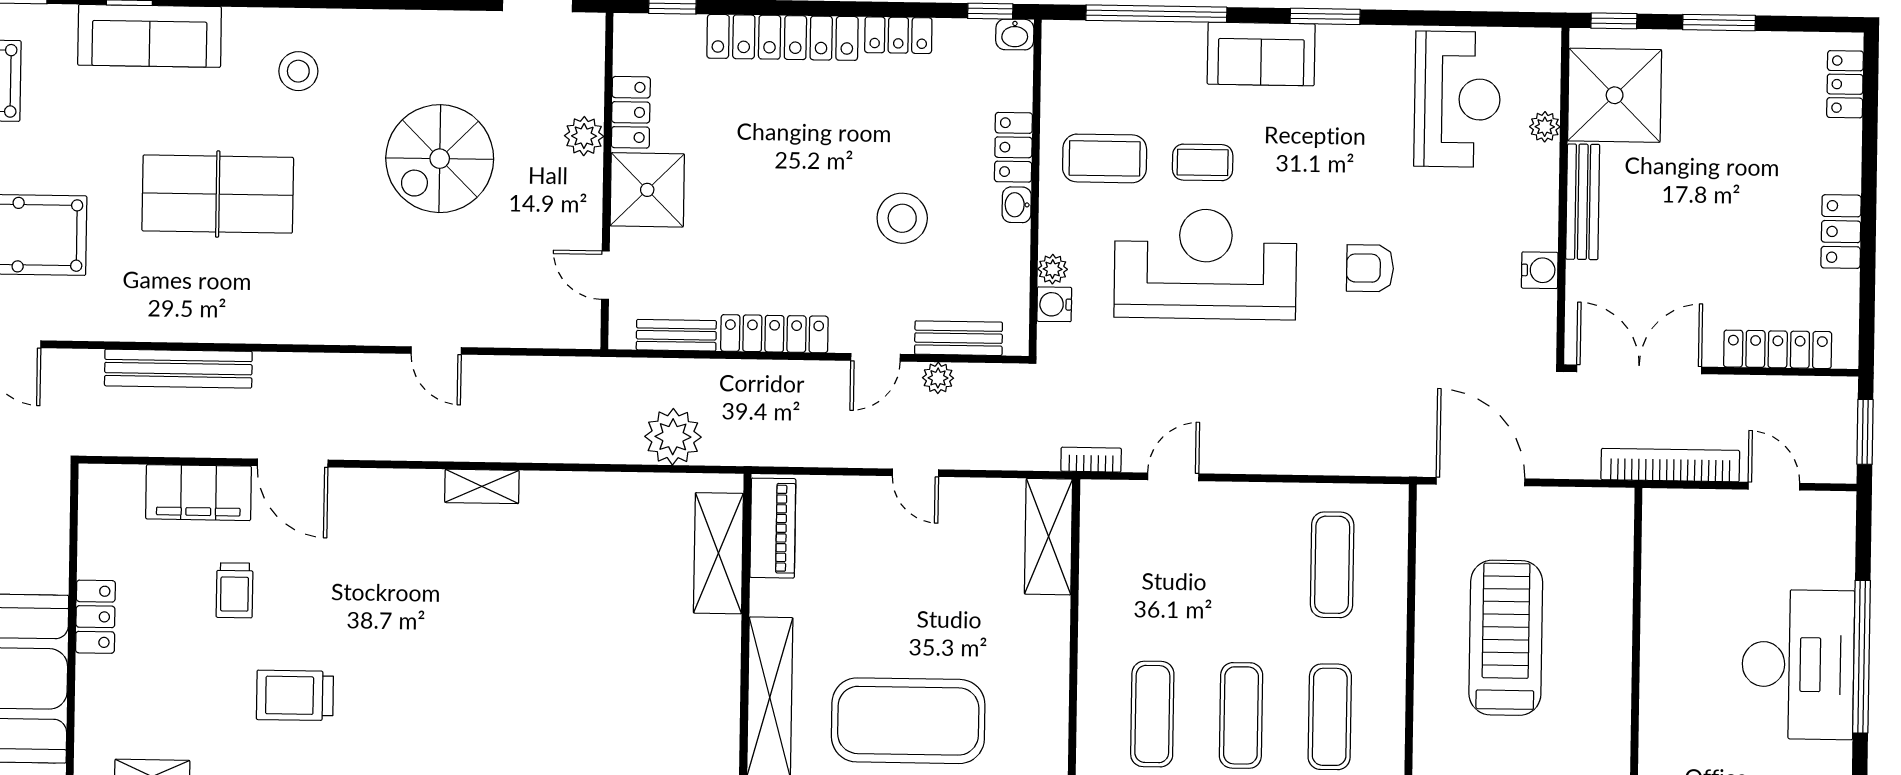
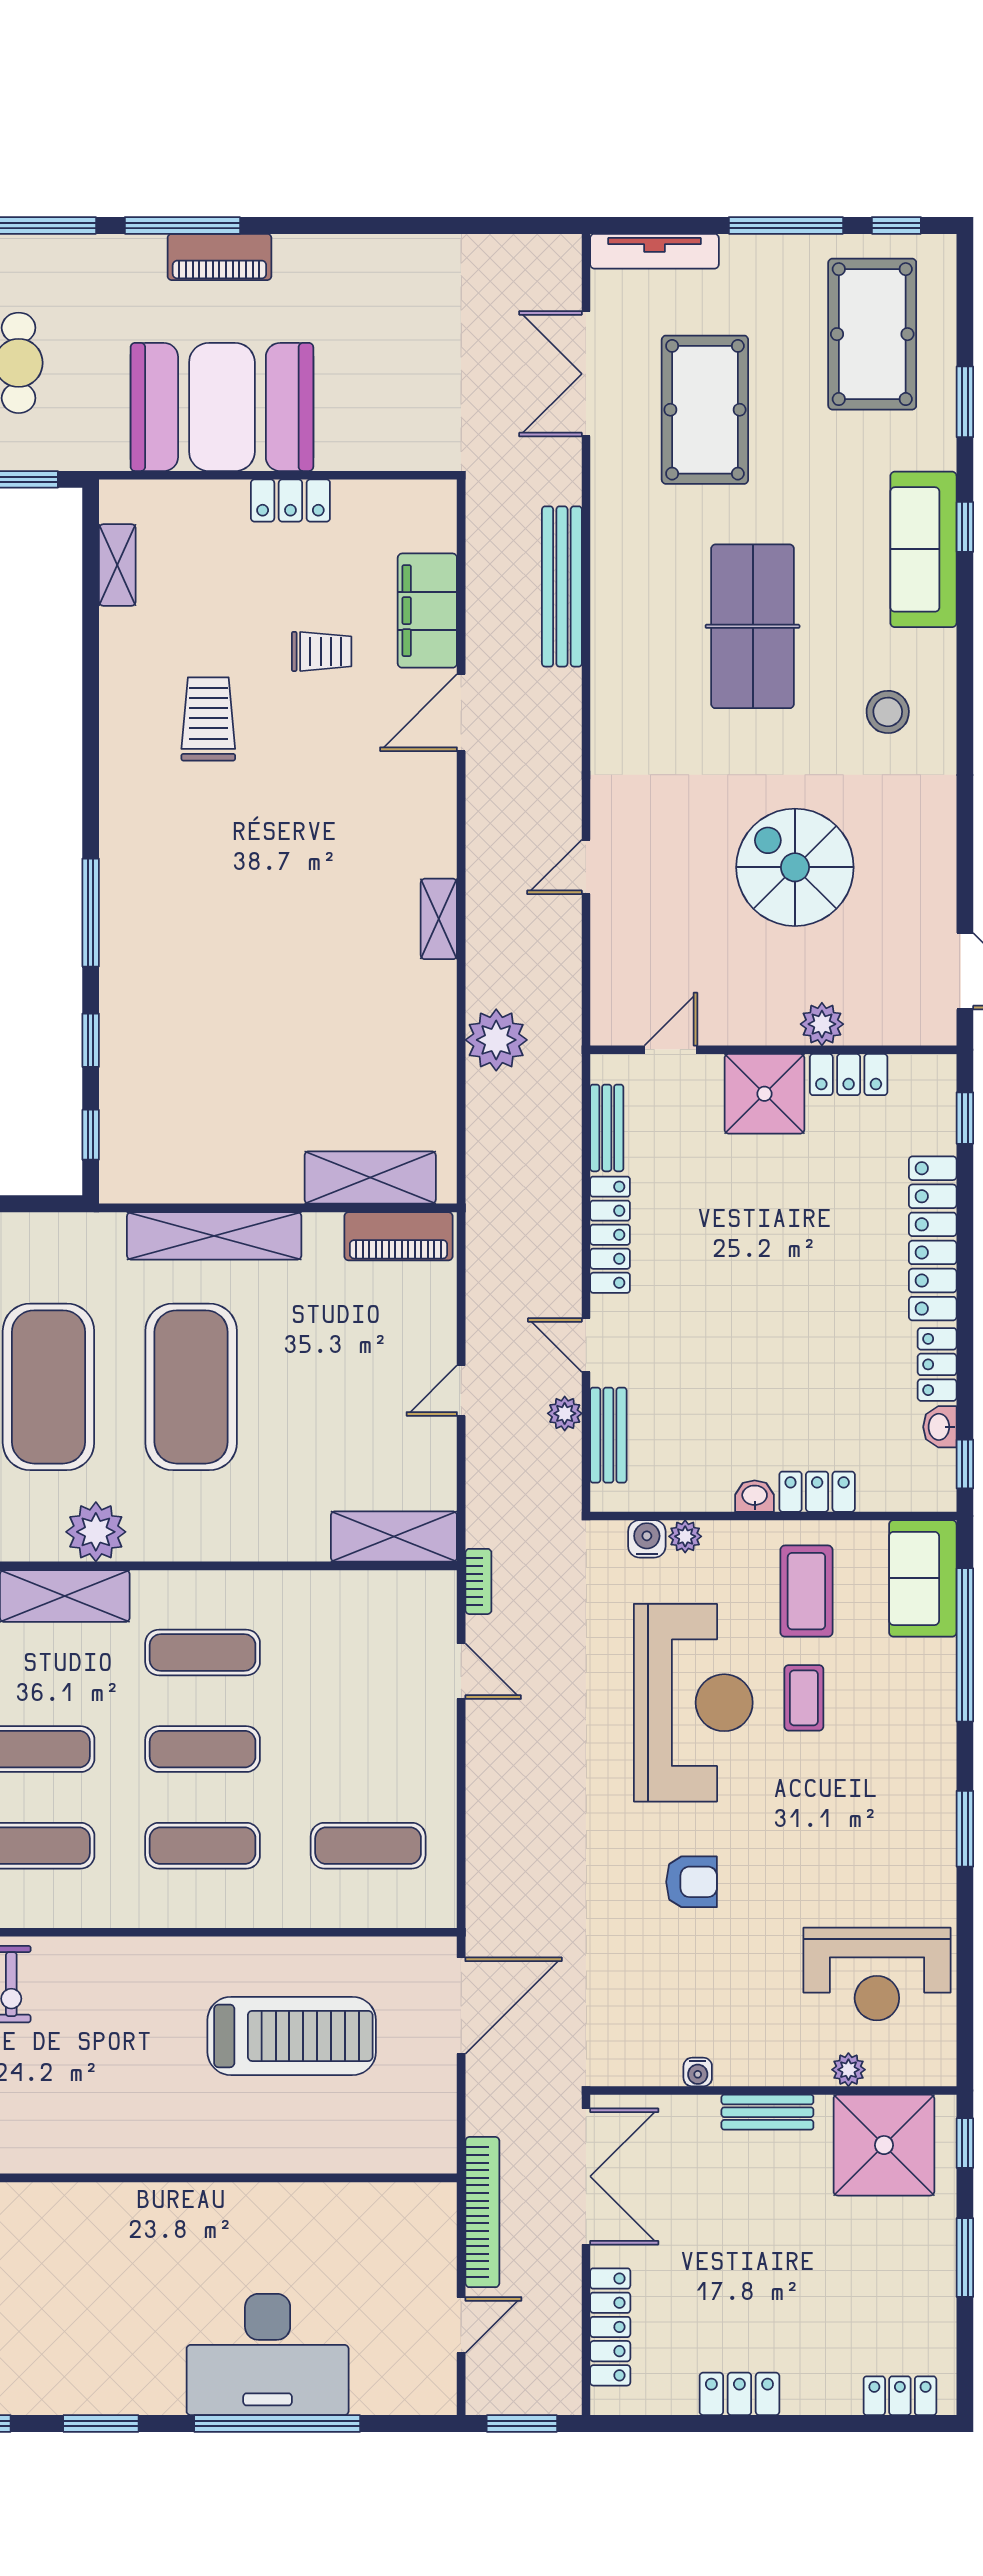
washbasin: (1015, 34) -> (940, 1427), moved
sofa: (1261, 54) -> (923, 1578), moved
bench: (1583, 202) -> (767, 2112), width x0.73
stool: (902, 218) -> (738, 1372), removed
armchair: (1370, 268) -> (692, 1882), turned 90
water cooler: (1540, 270) -> (698, 2072), width x0.72, depth x0.72
plant: (673, 437) -> (496, 1040), moved
trolley: (235, 590) -> (322, 651), turned 180

